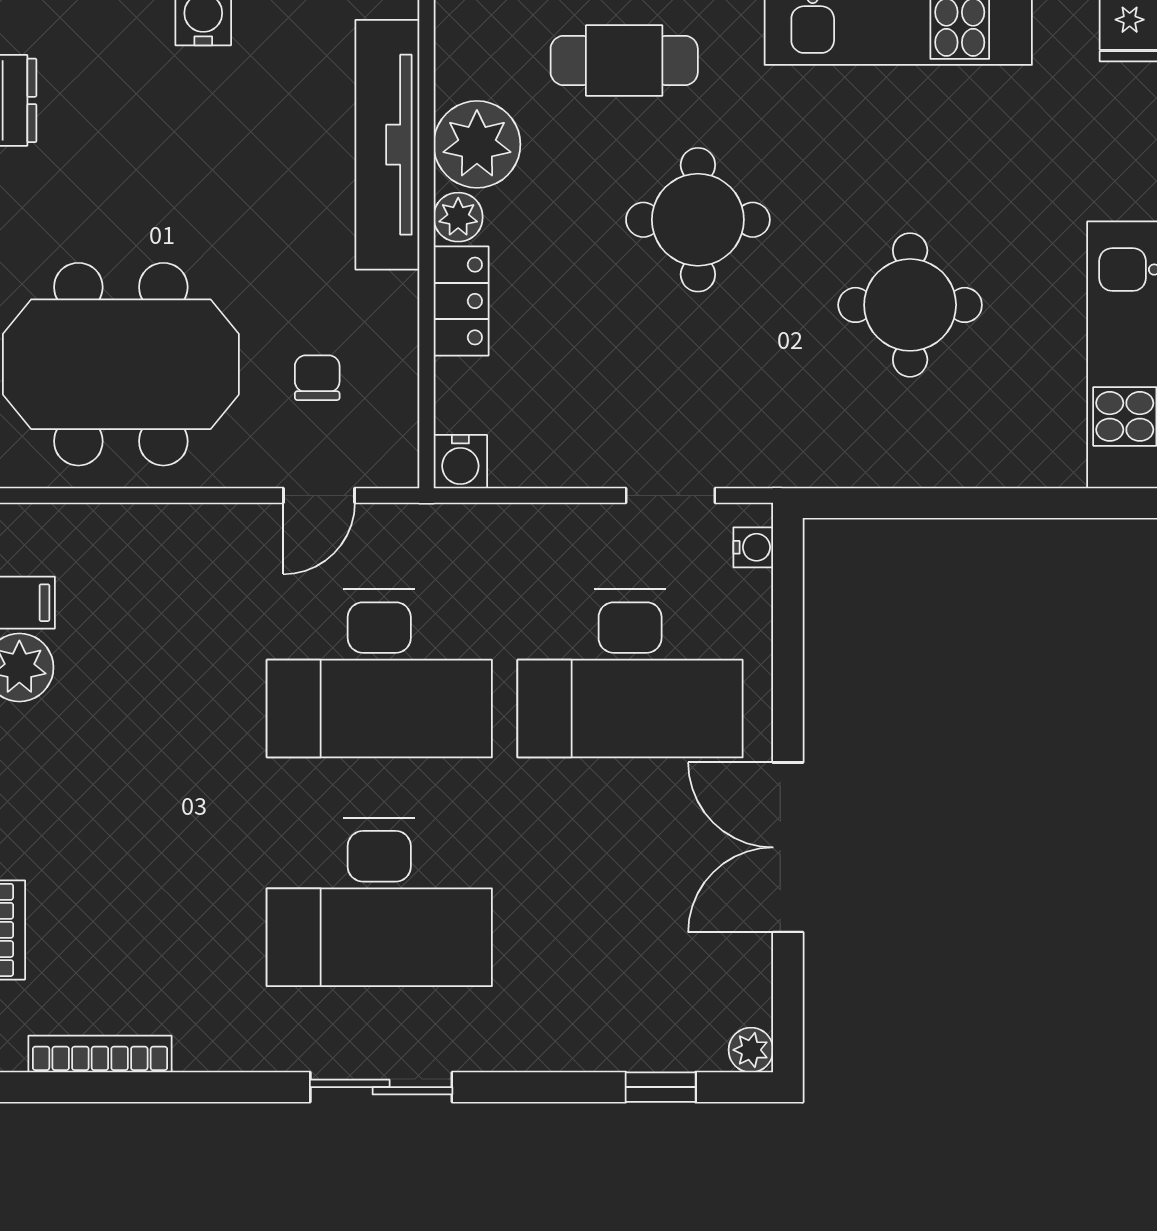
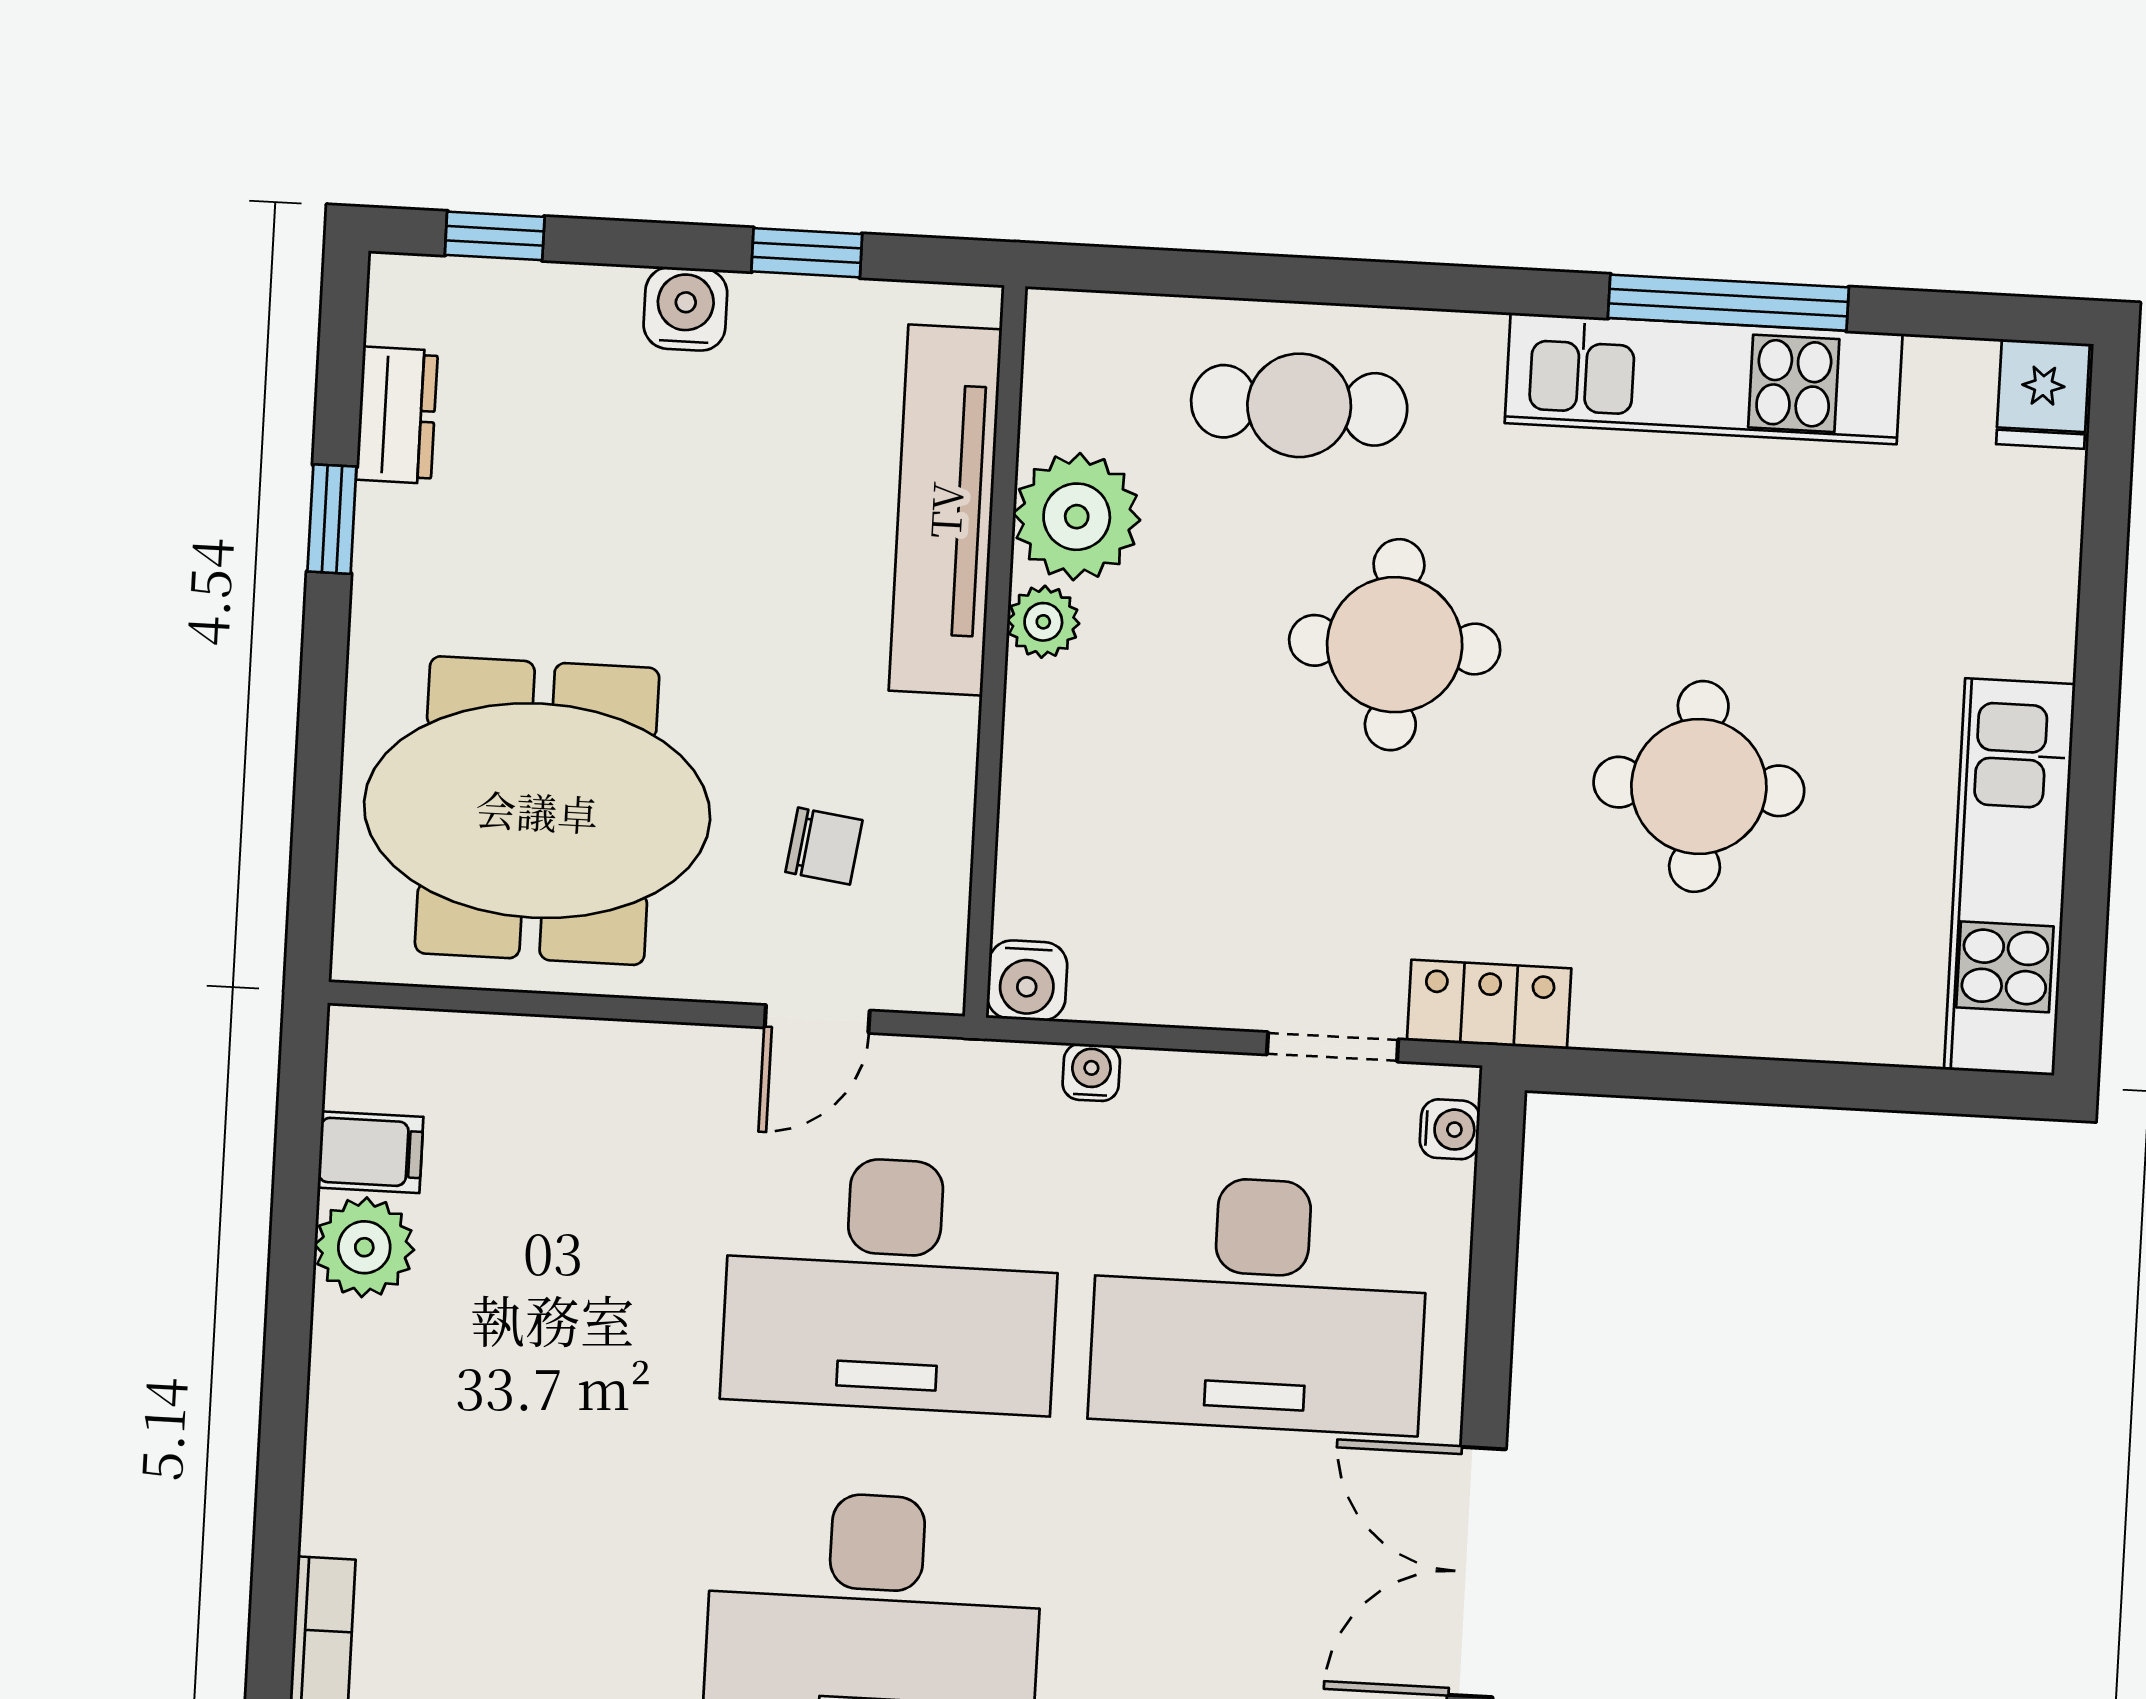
locker: (461, 301) -> (1489, 1004), moved, turned -90
chair: (317, 378) -> (824, 846), turned 98
water cooler: (507, 522) -> (1091, 1072), added

